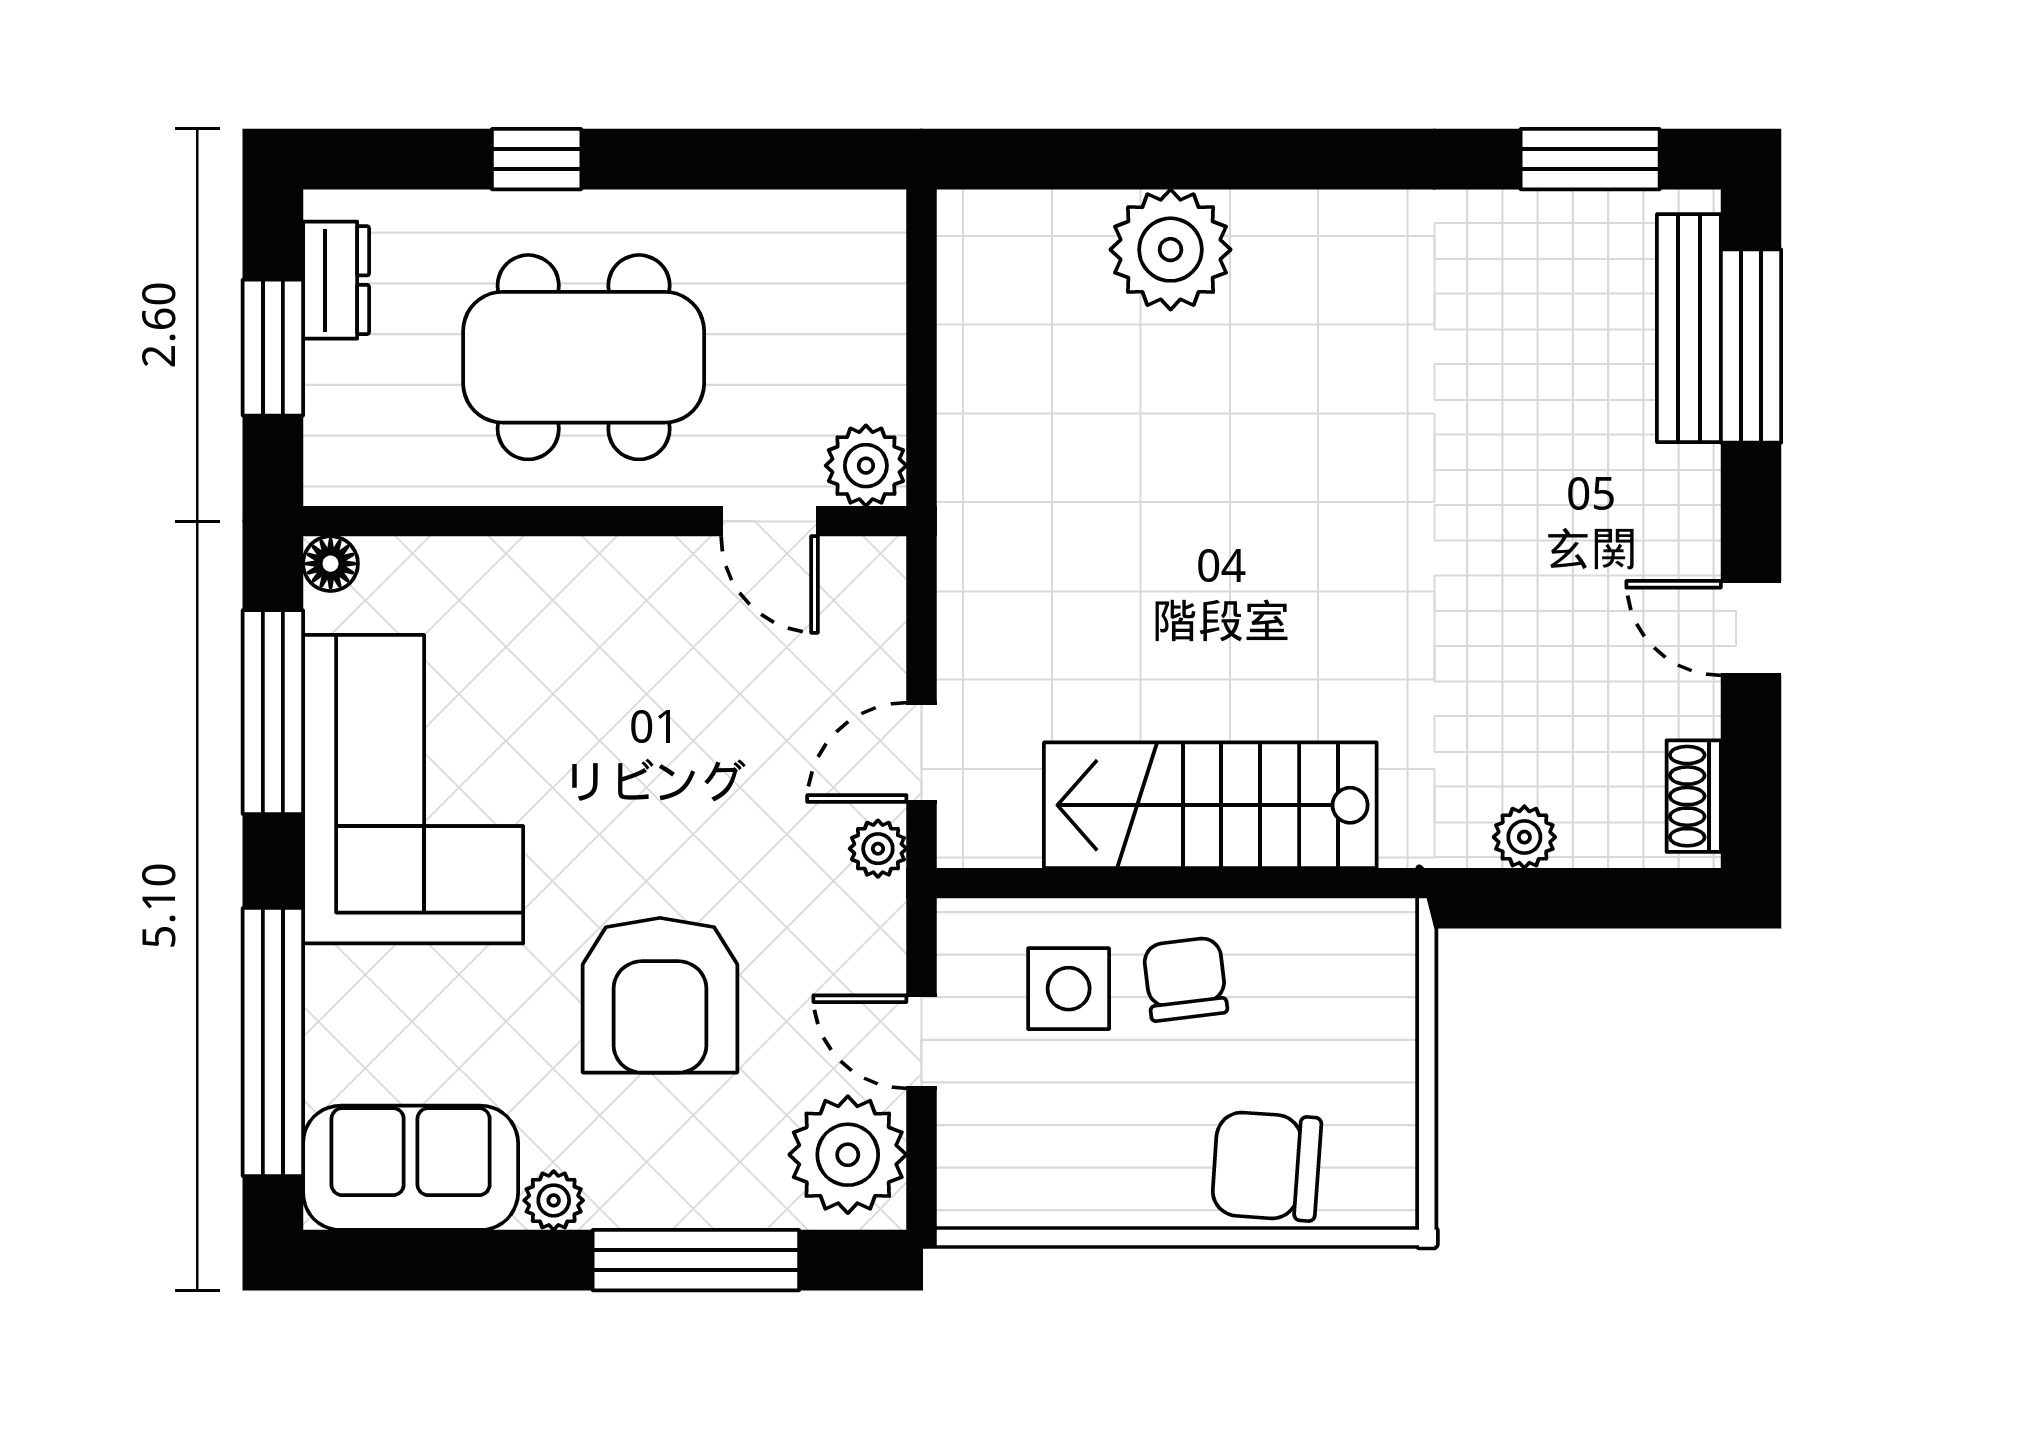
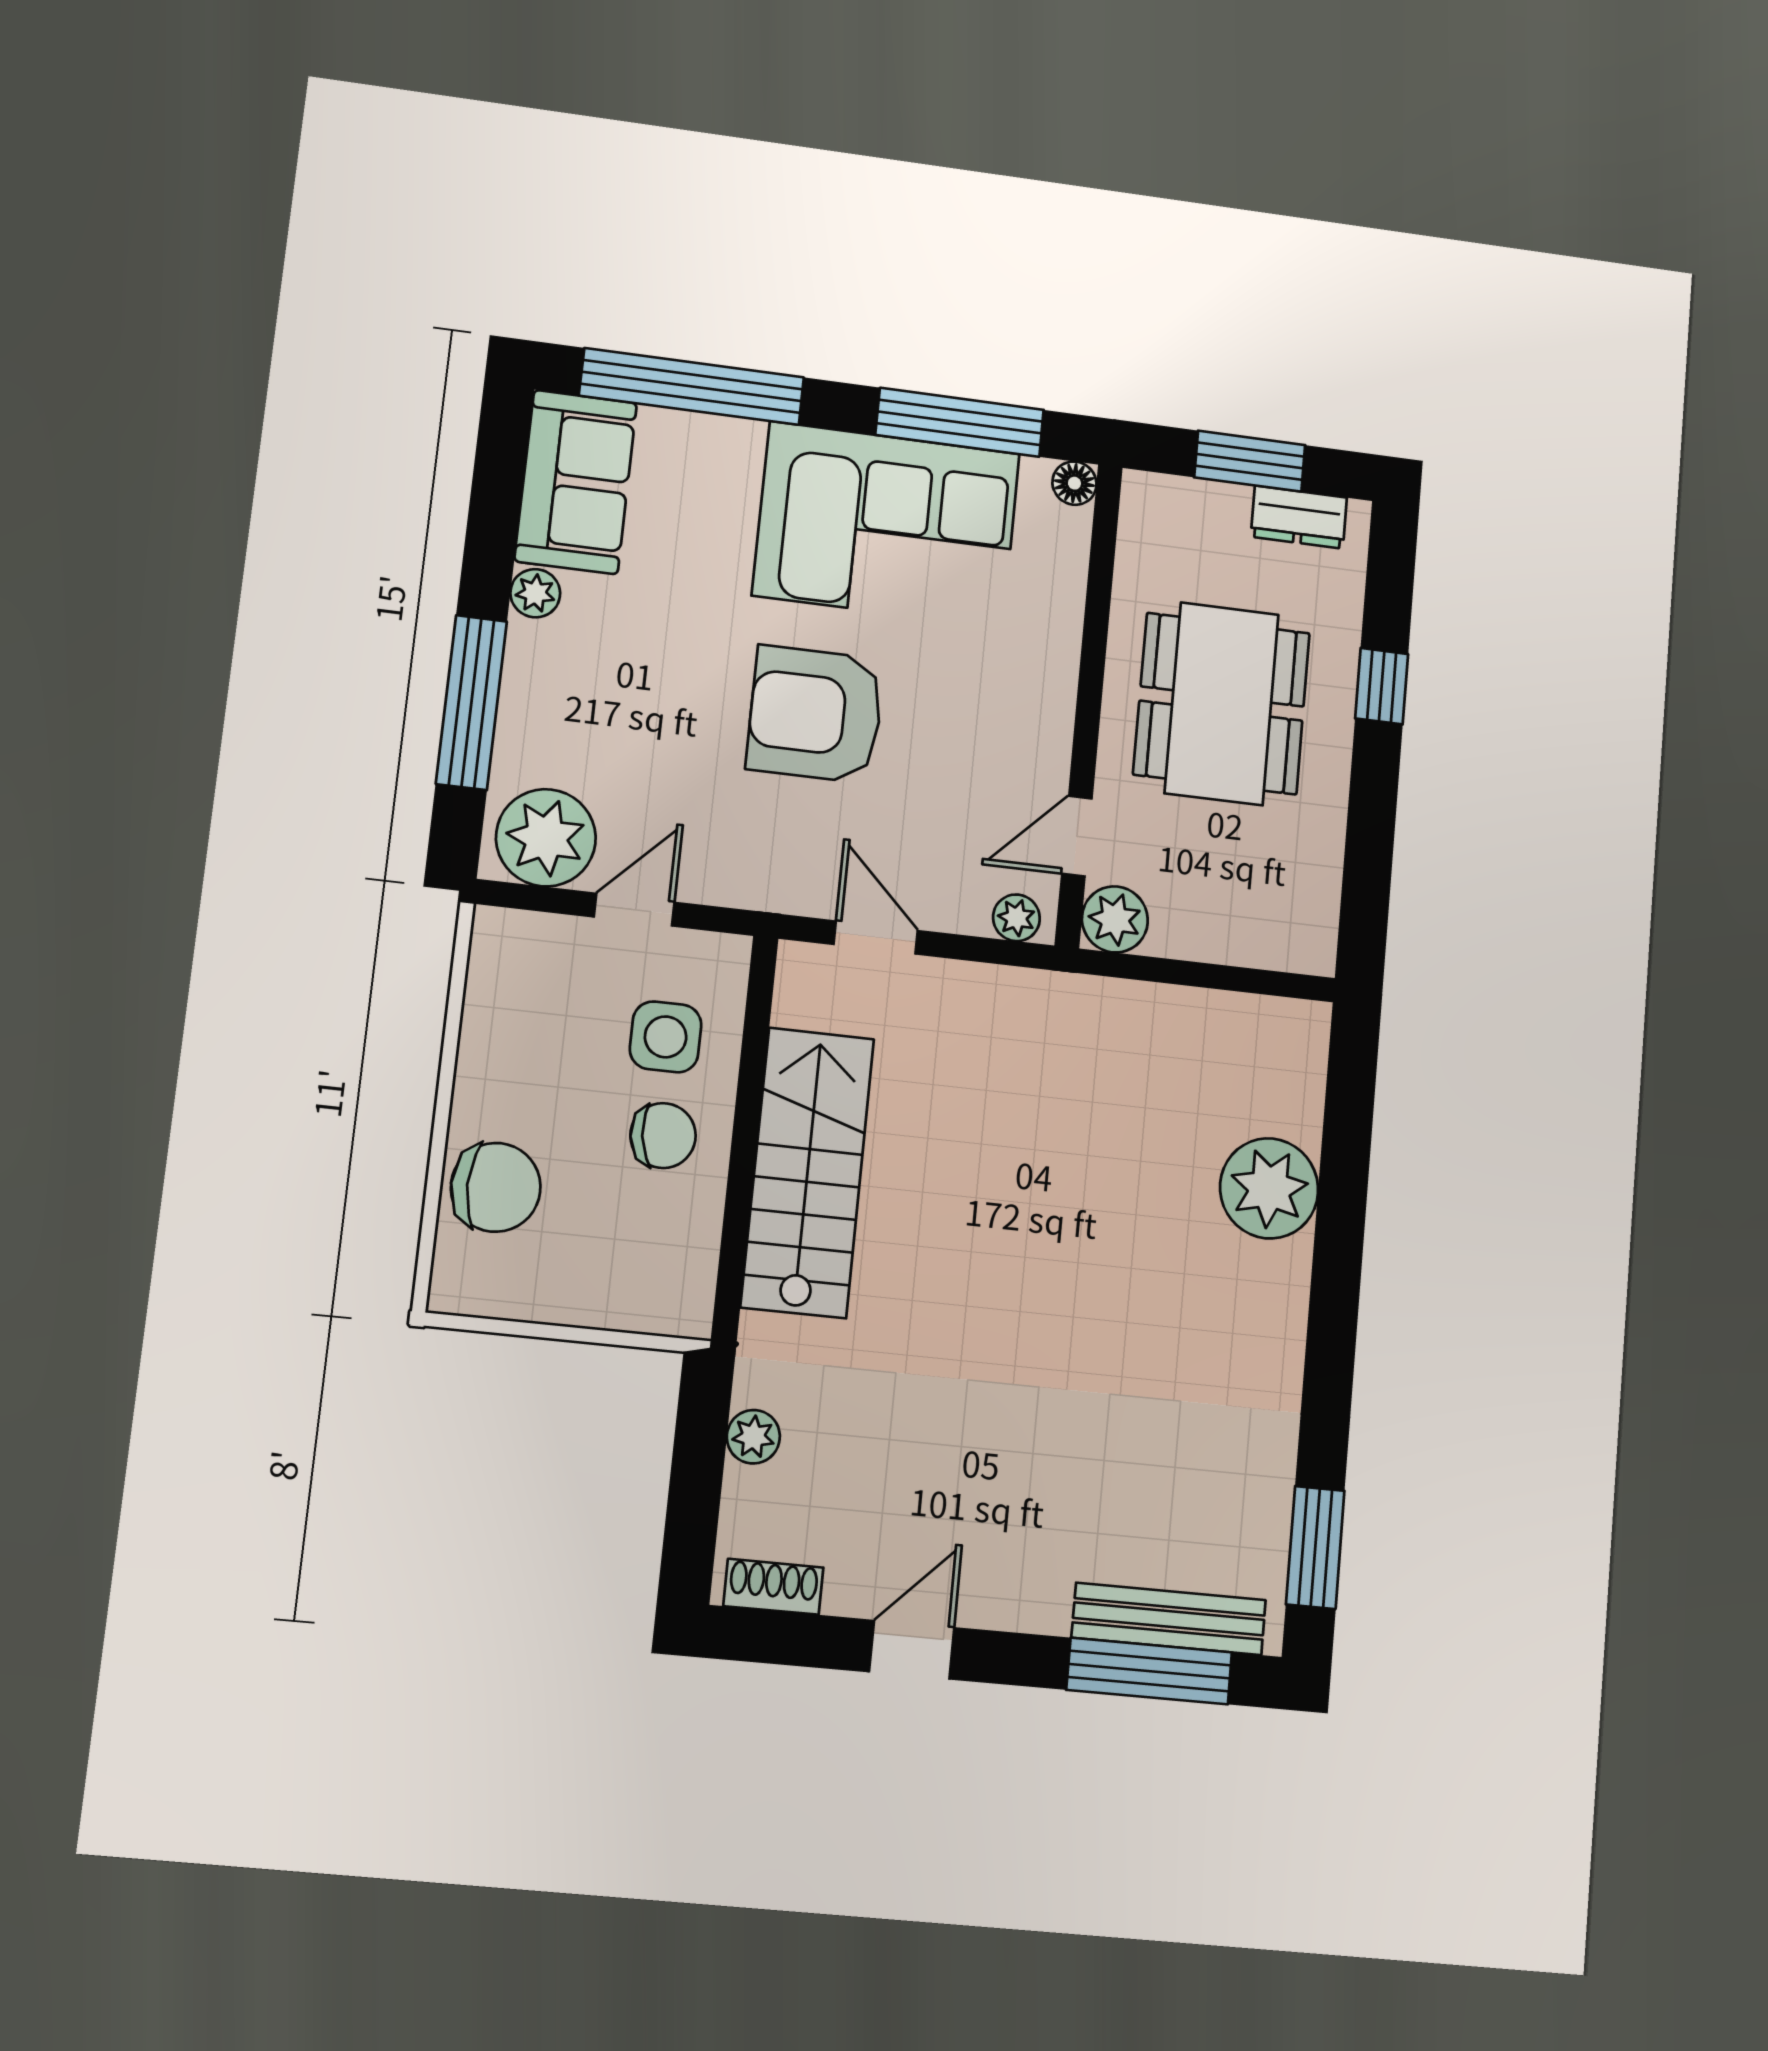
plant: (878, 849) -> (1016, 918), moved
armchair: (660, 995) -> (815, 714), moved
chair: (1266, 1166) -> (496, 1187), turned 86

